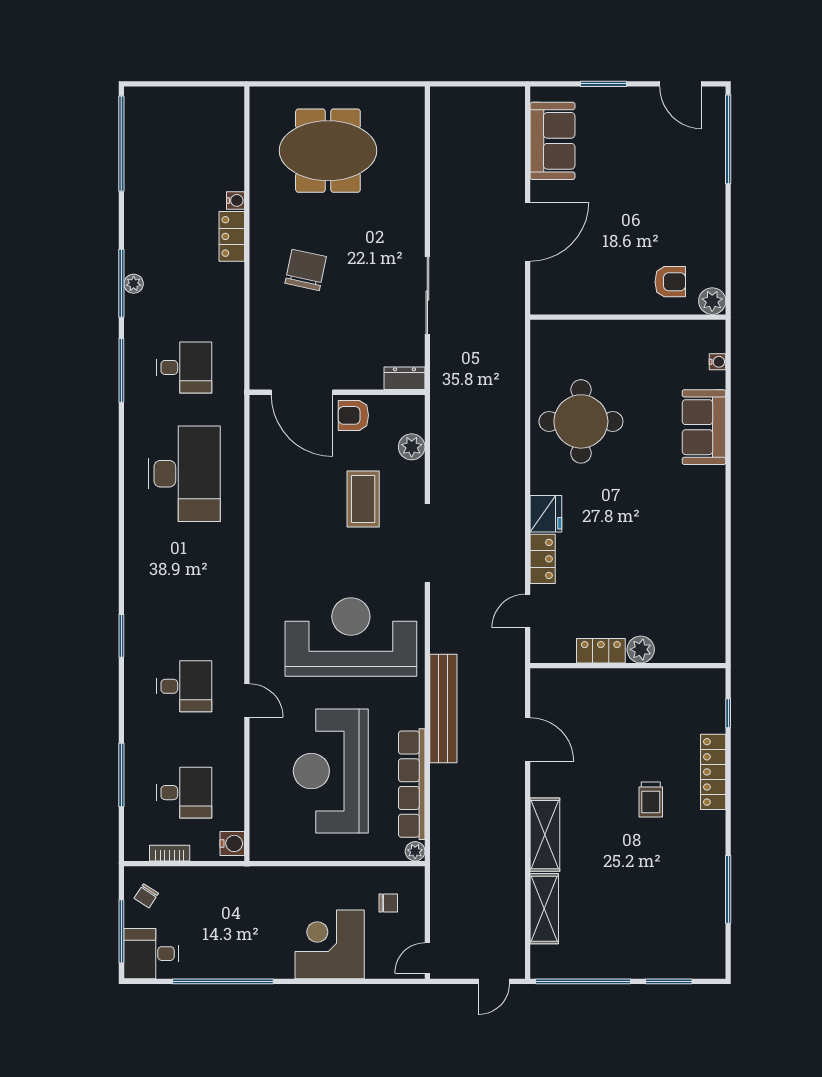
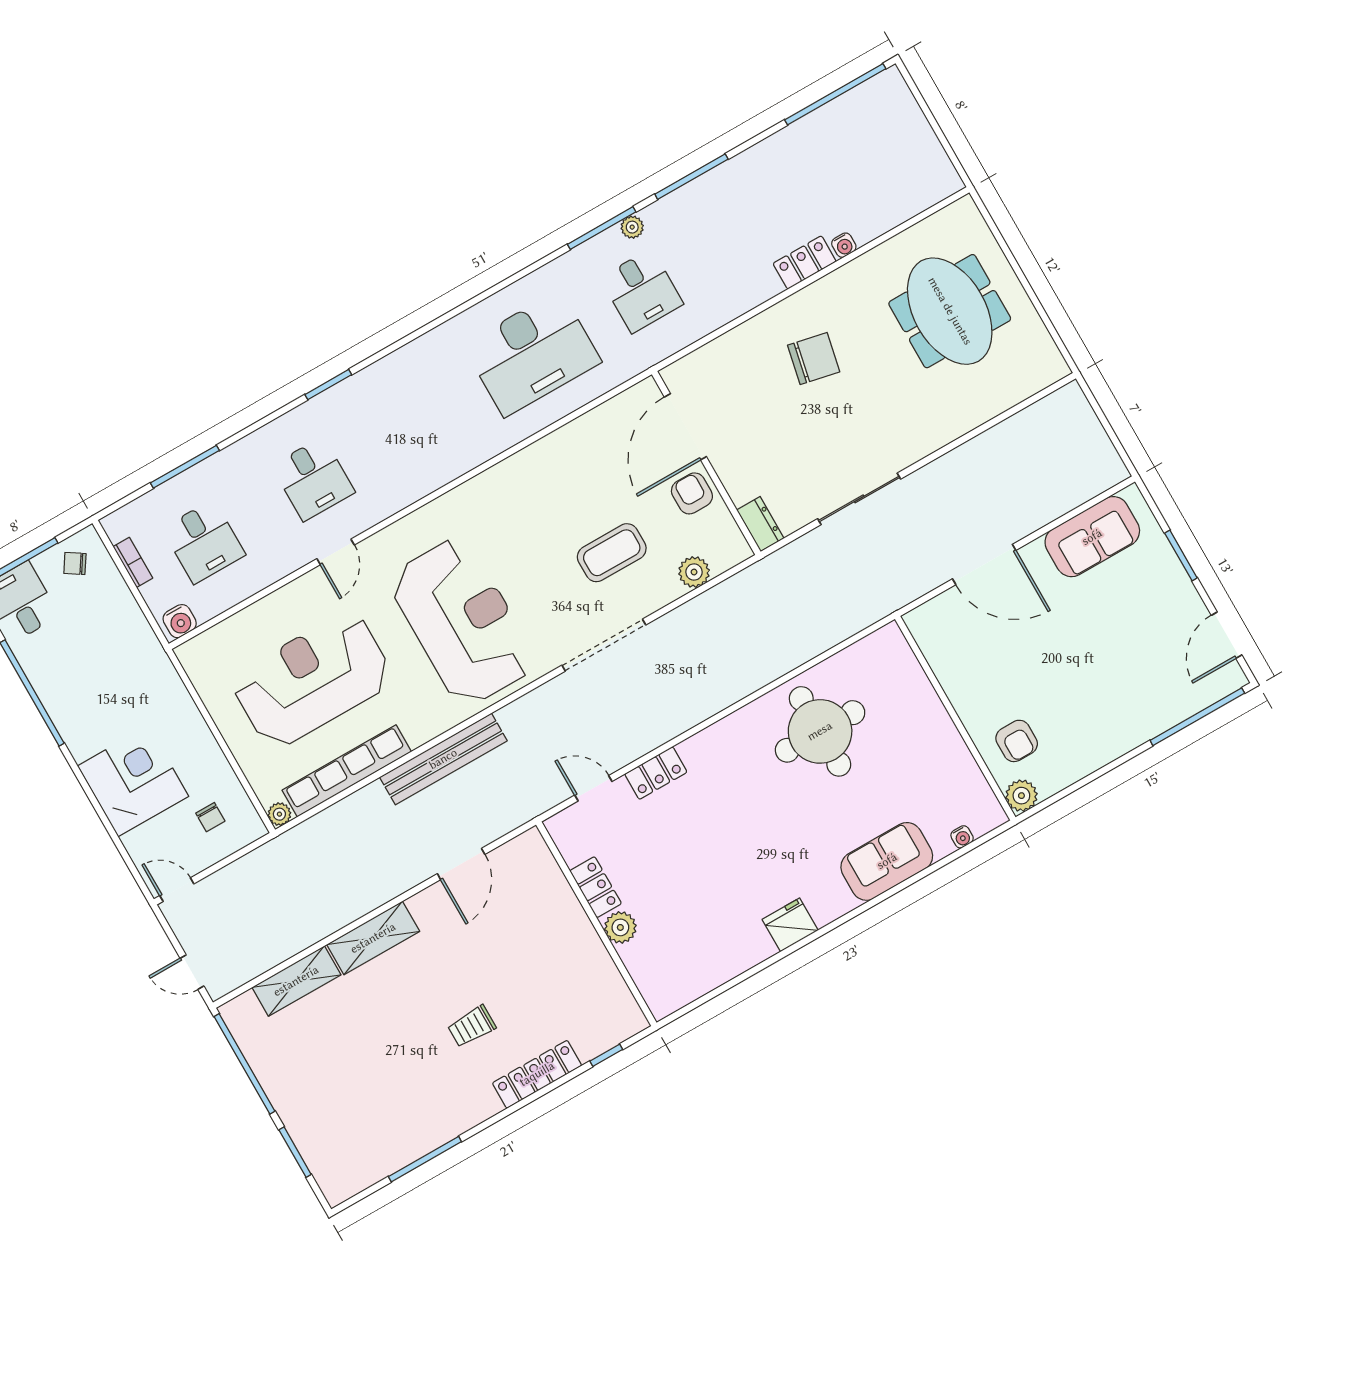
plant: (134, 284) -> (632, 227), moved
fridge: (546, 514) -> (790, 925), moved, turned 180

